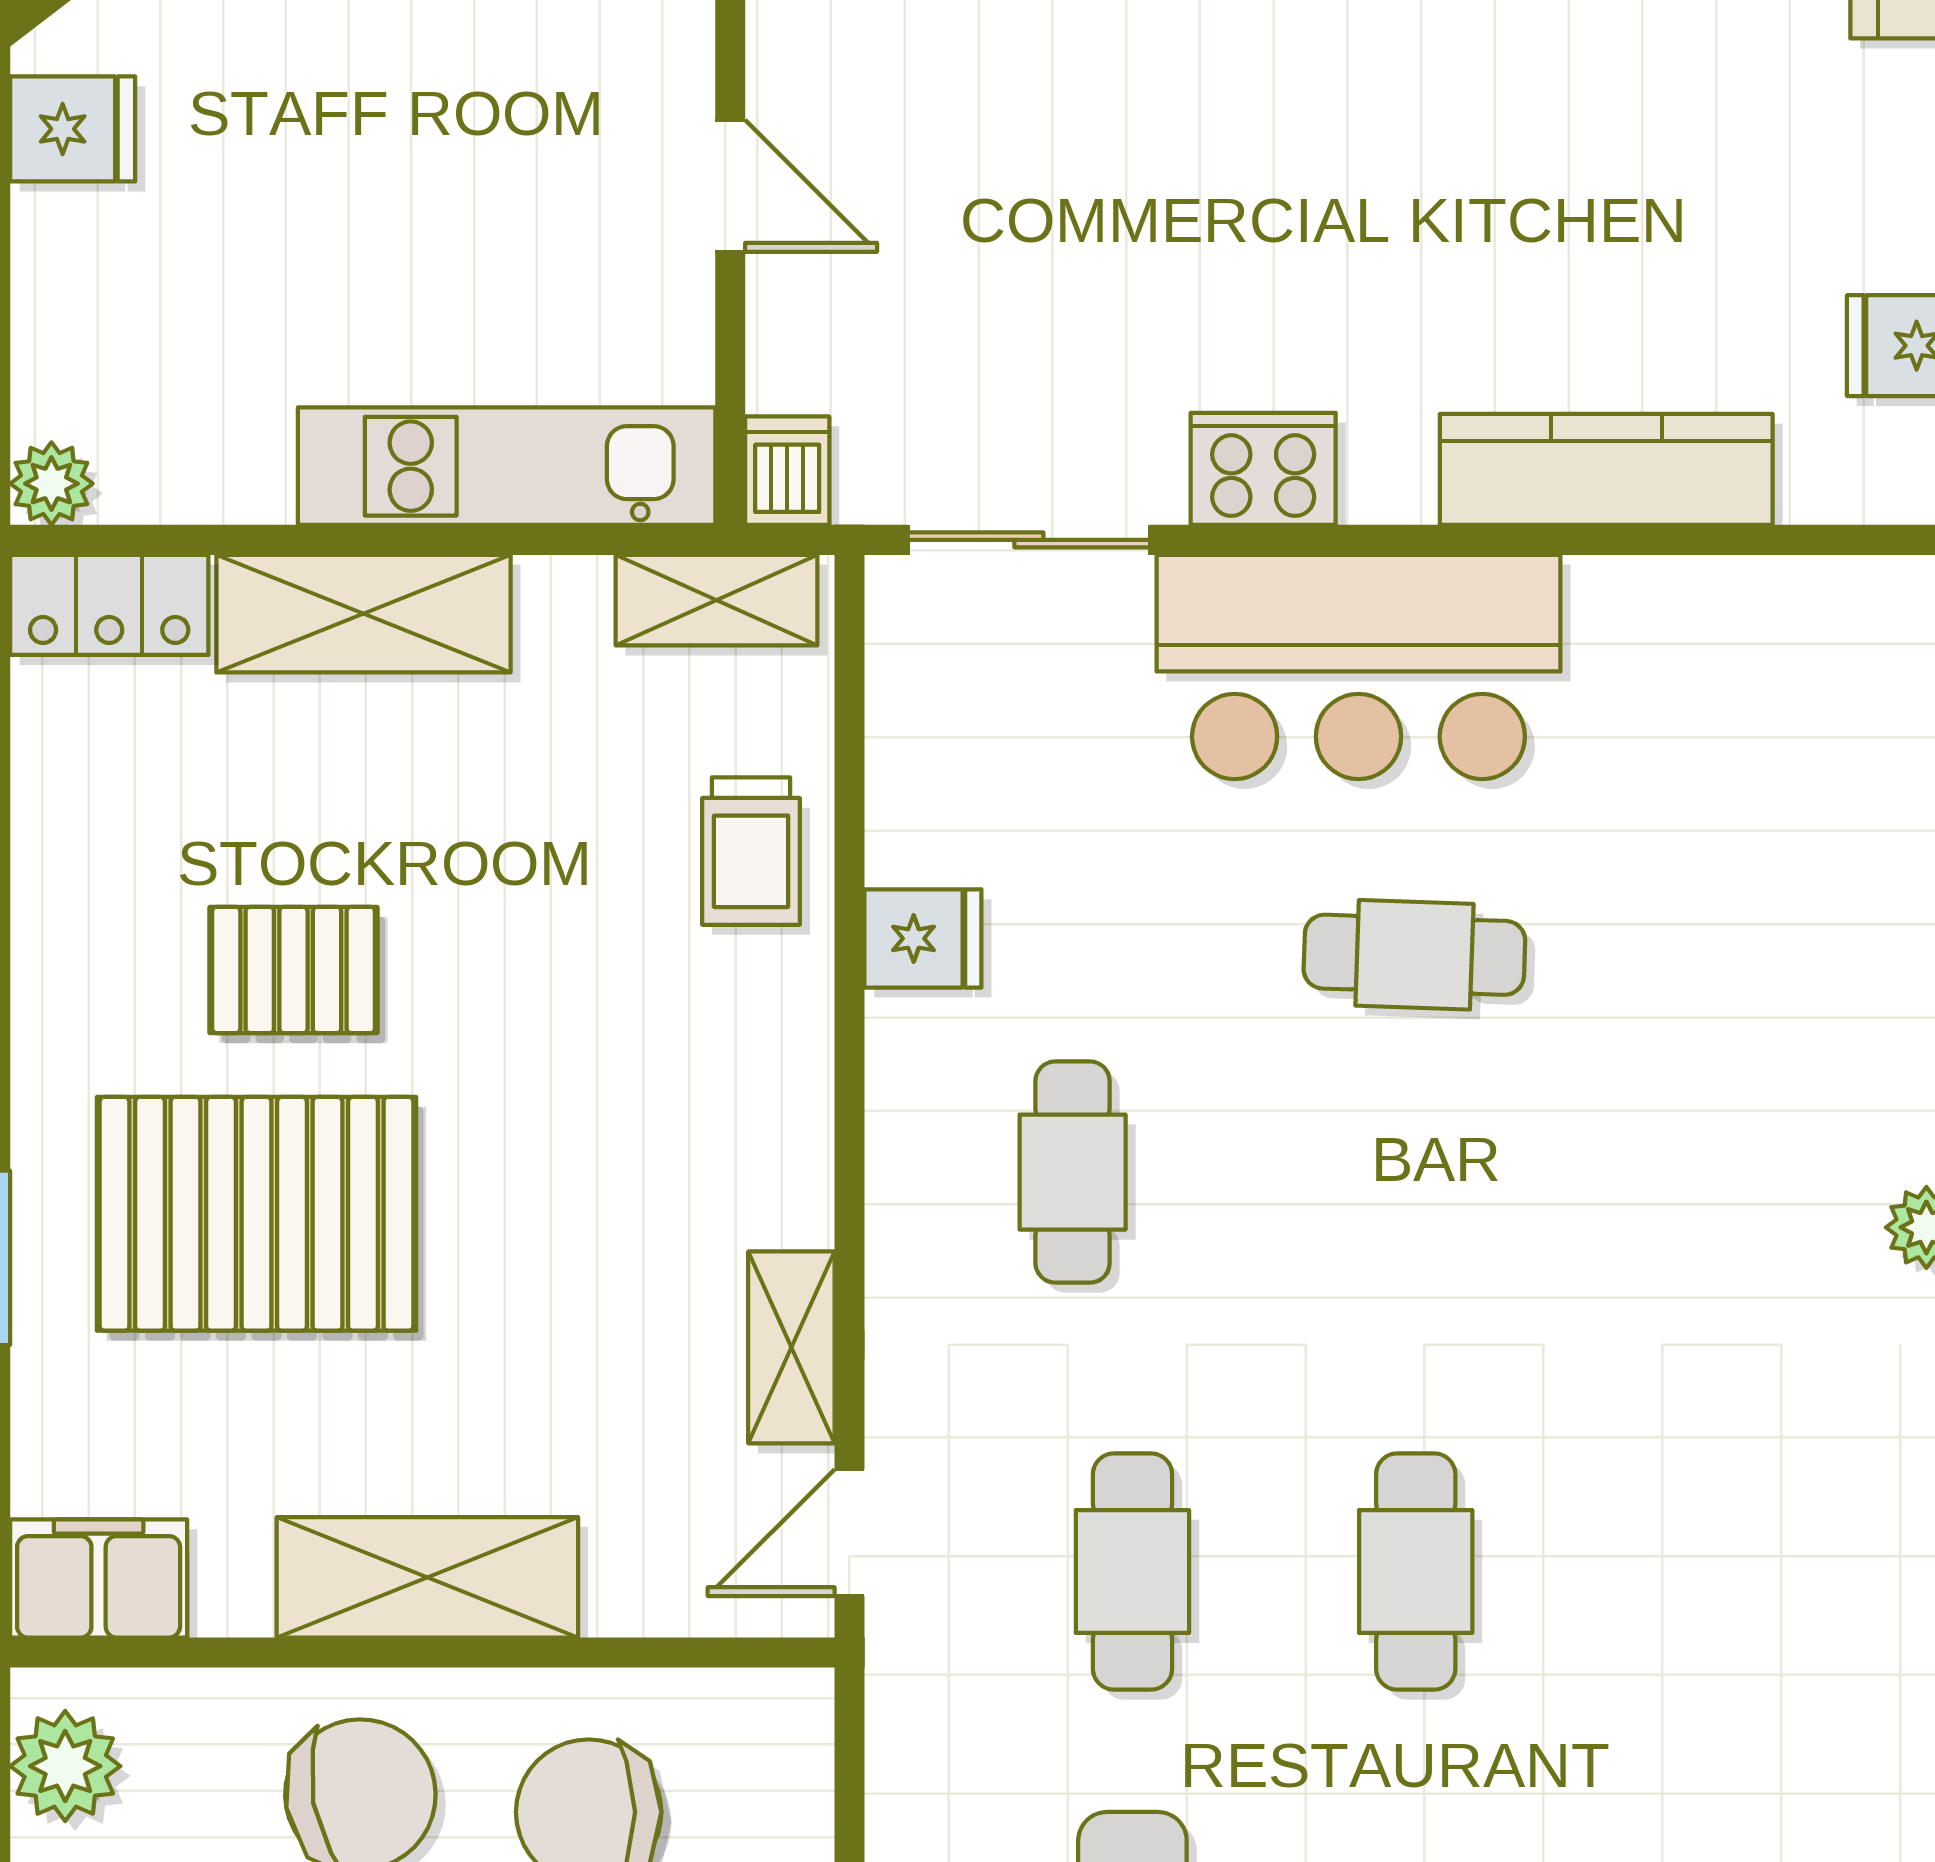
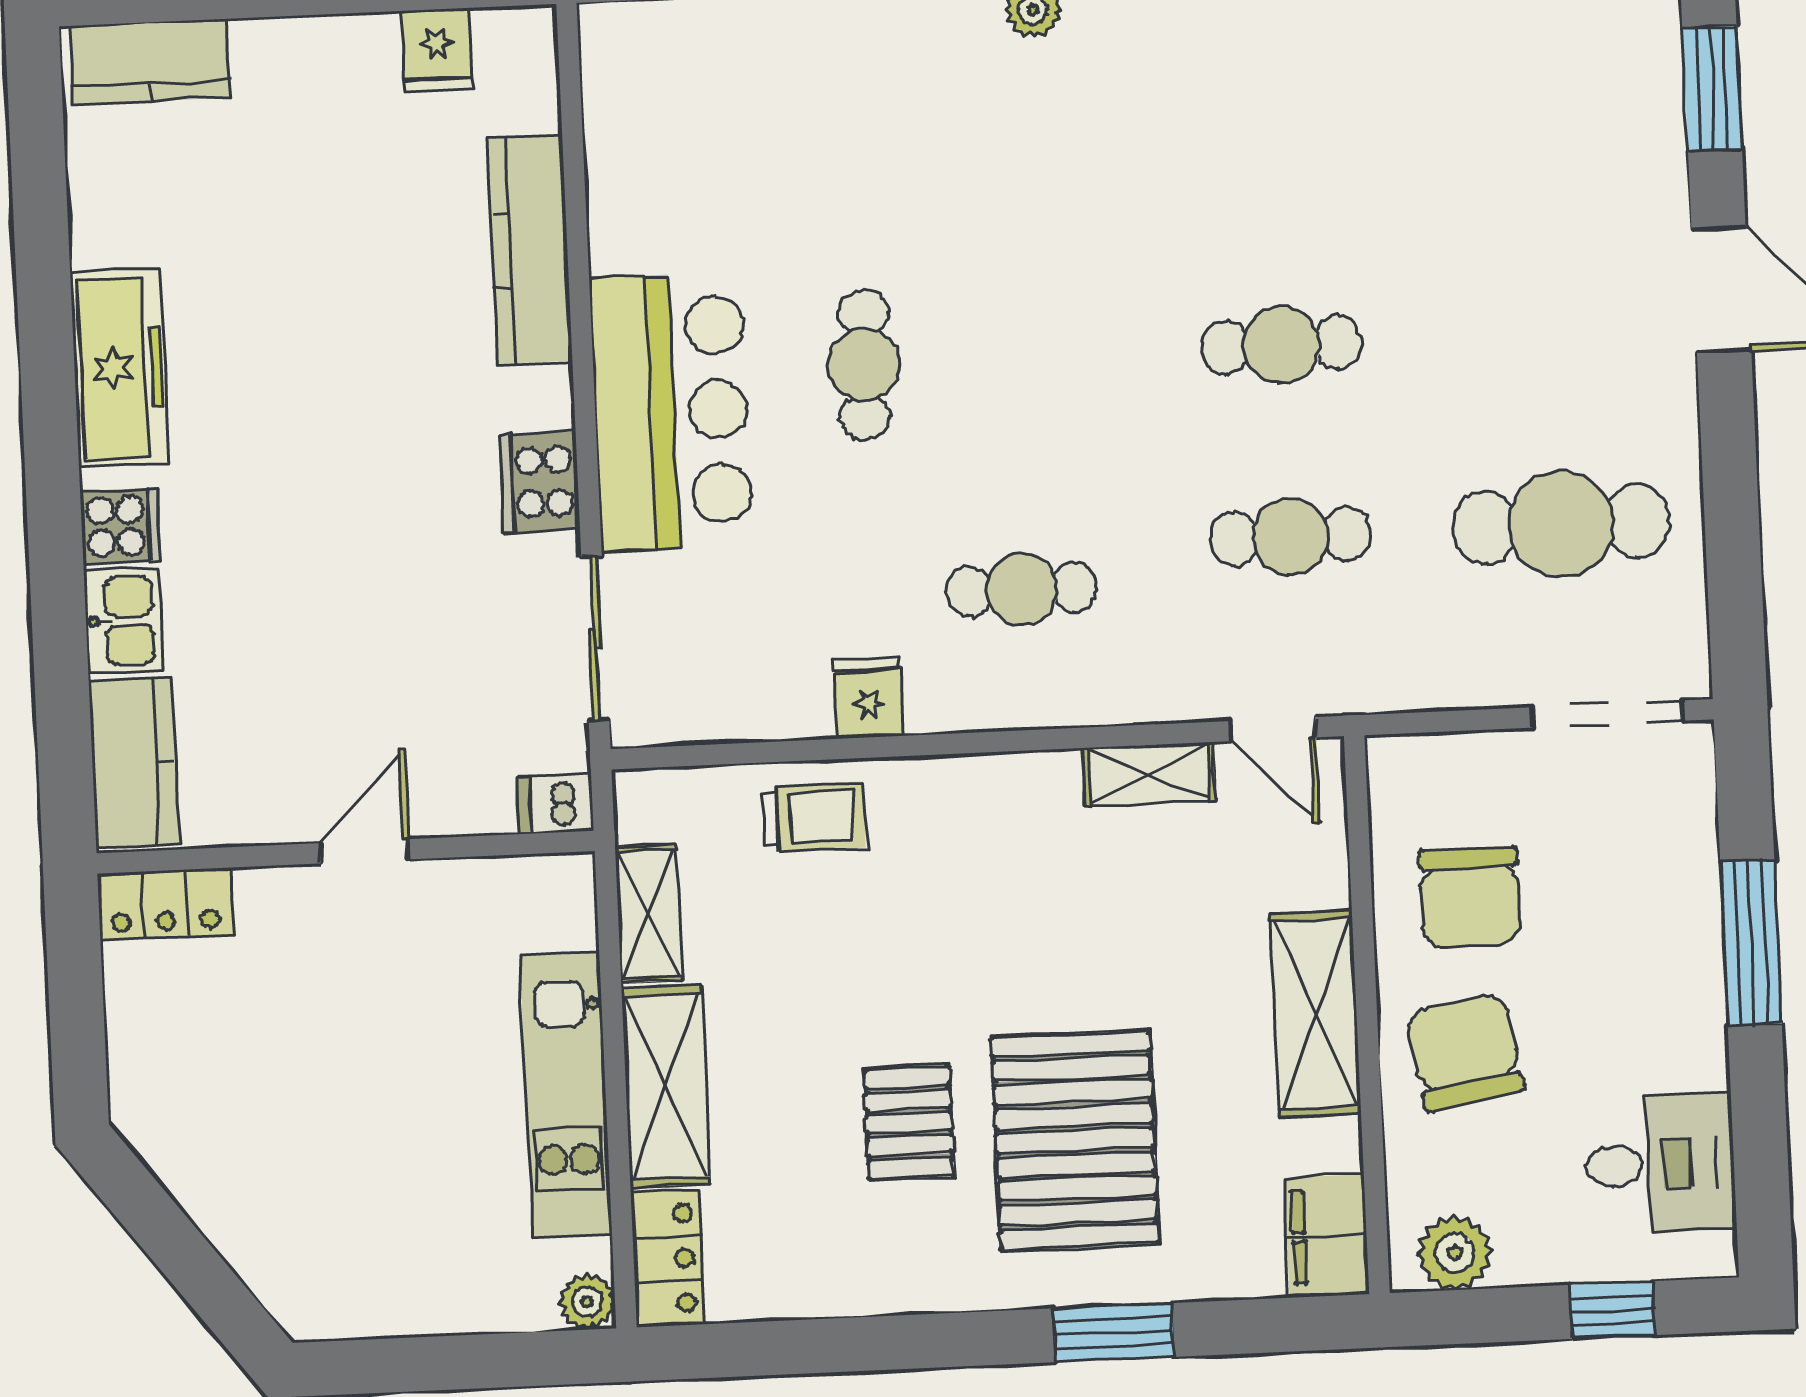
fridge: (73, 129) -> (347, 1298), removed
kitchen unit: (507, 466) -> (566, 1095), moved
shelving: (716, 600) -> (649, 914), moved

